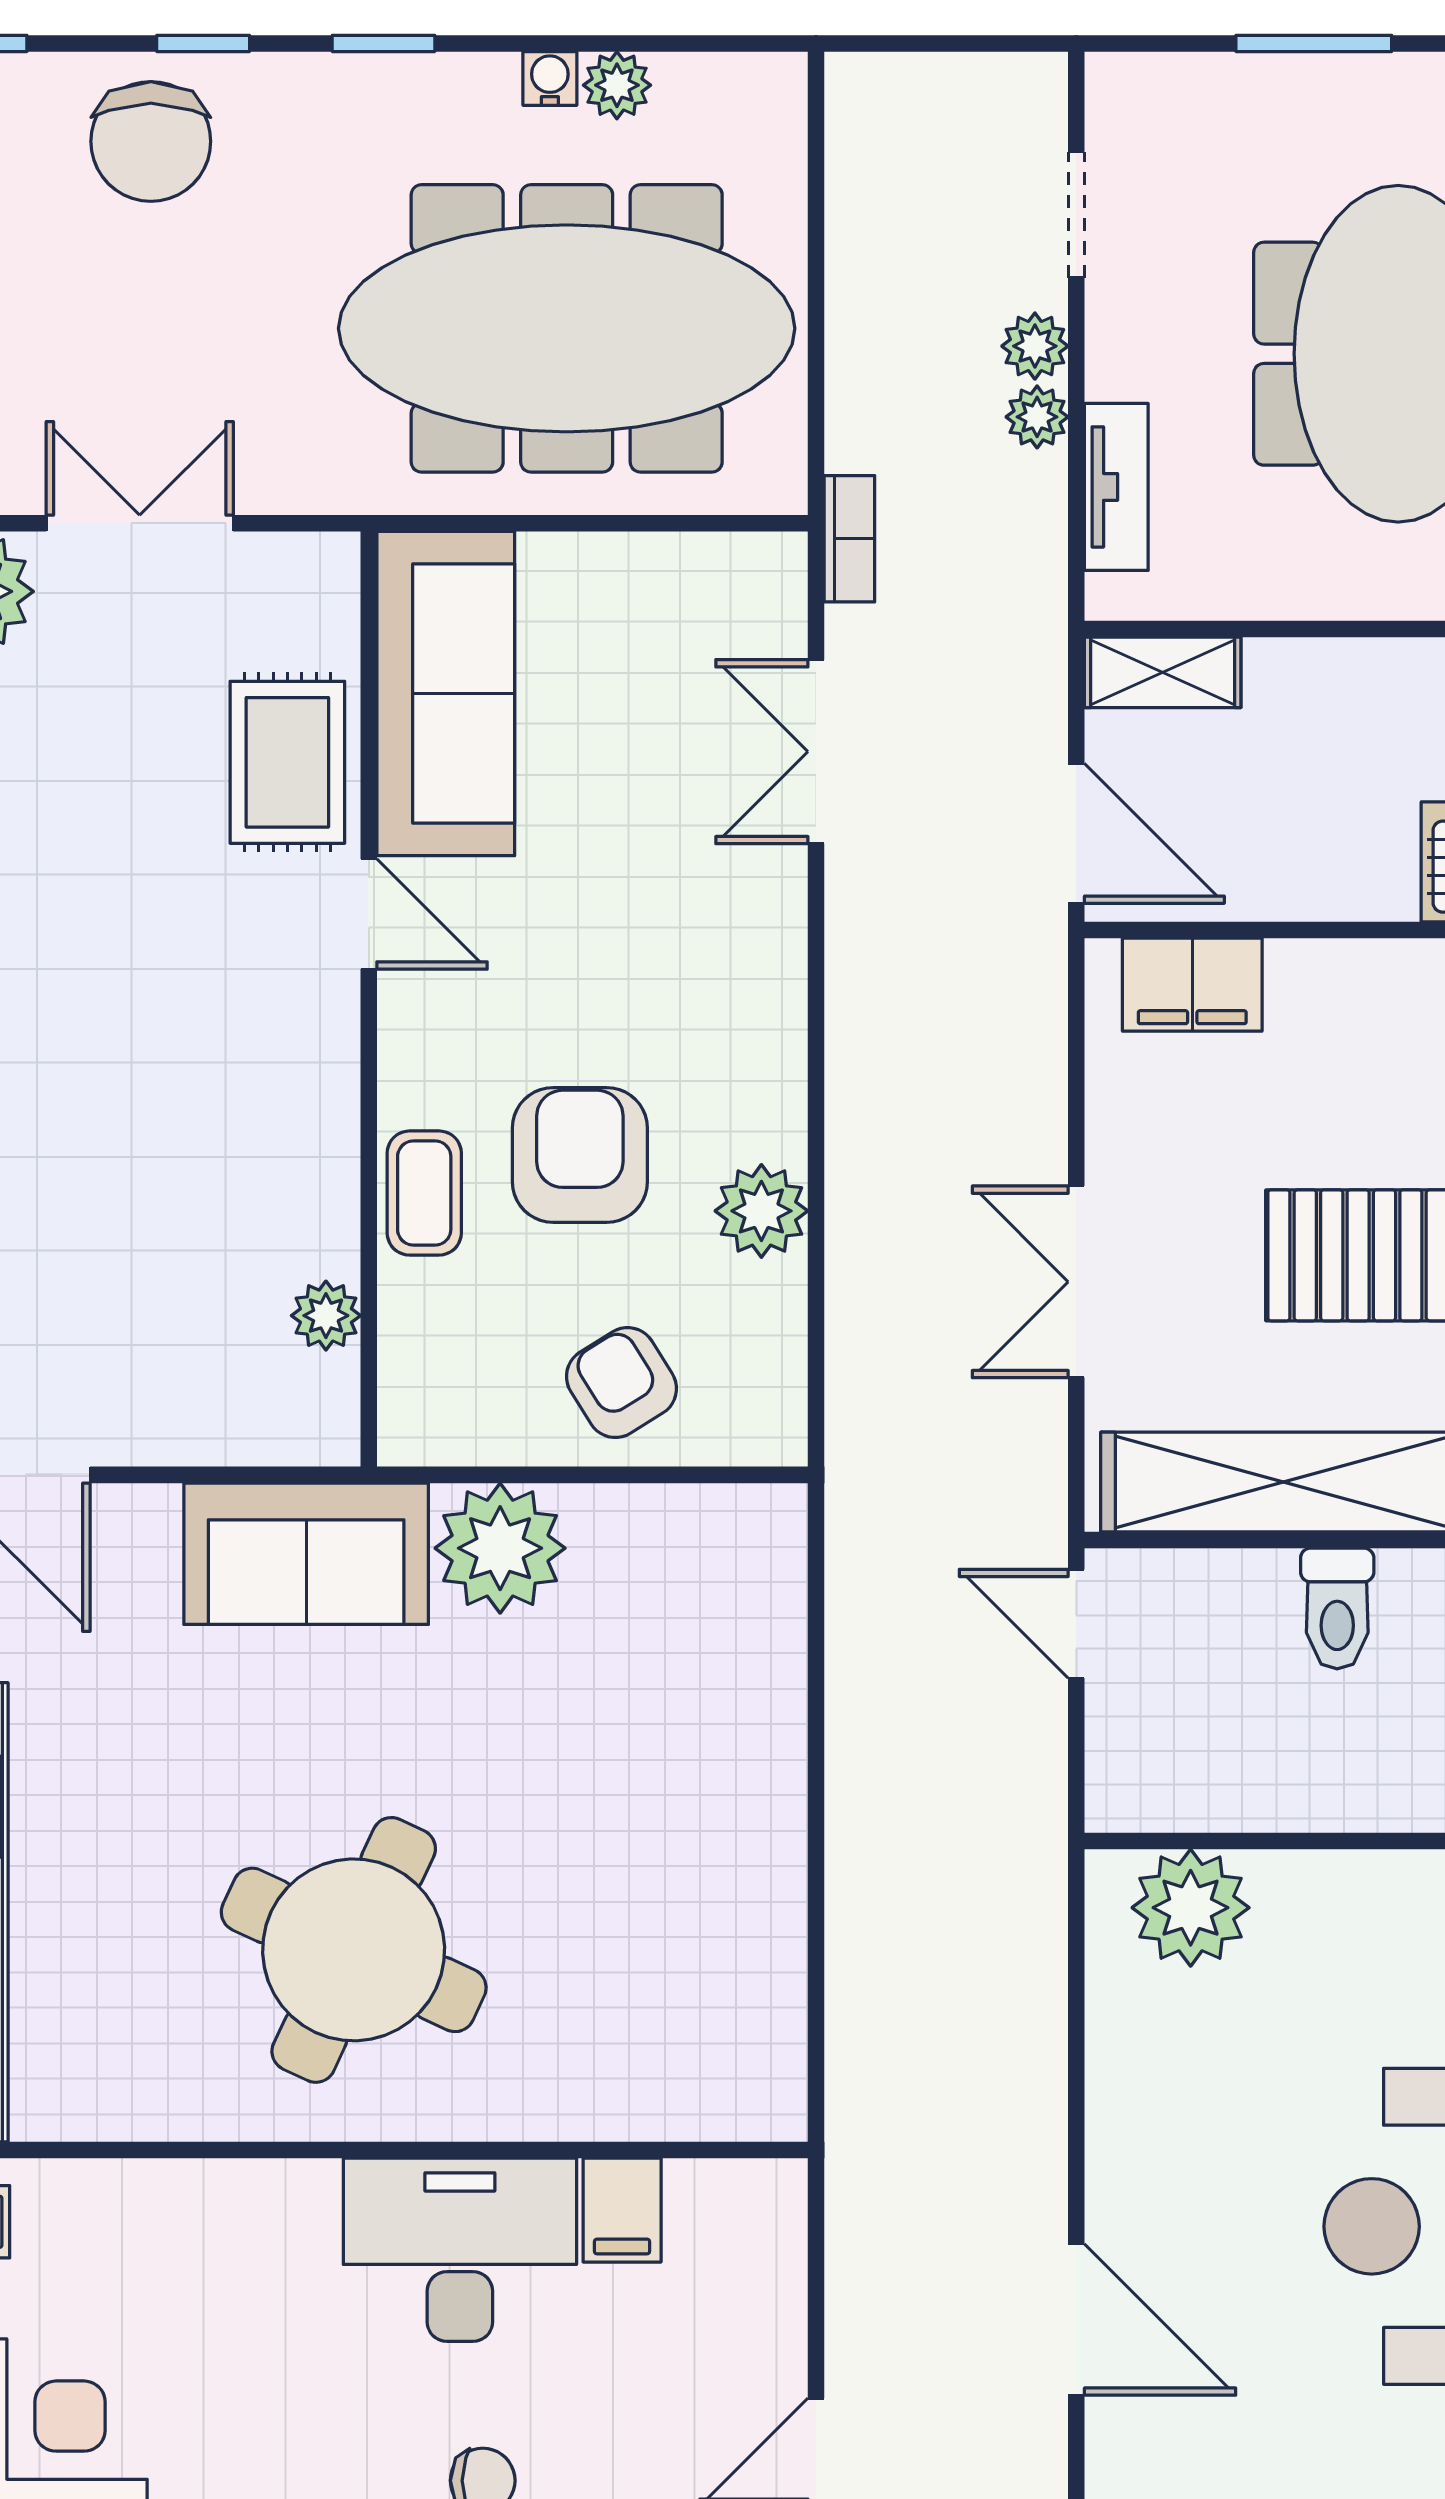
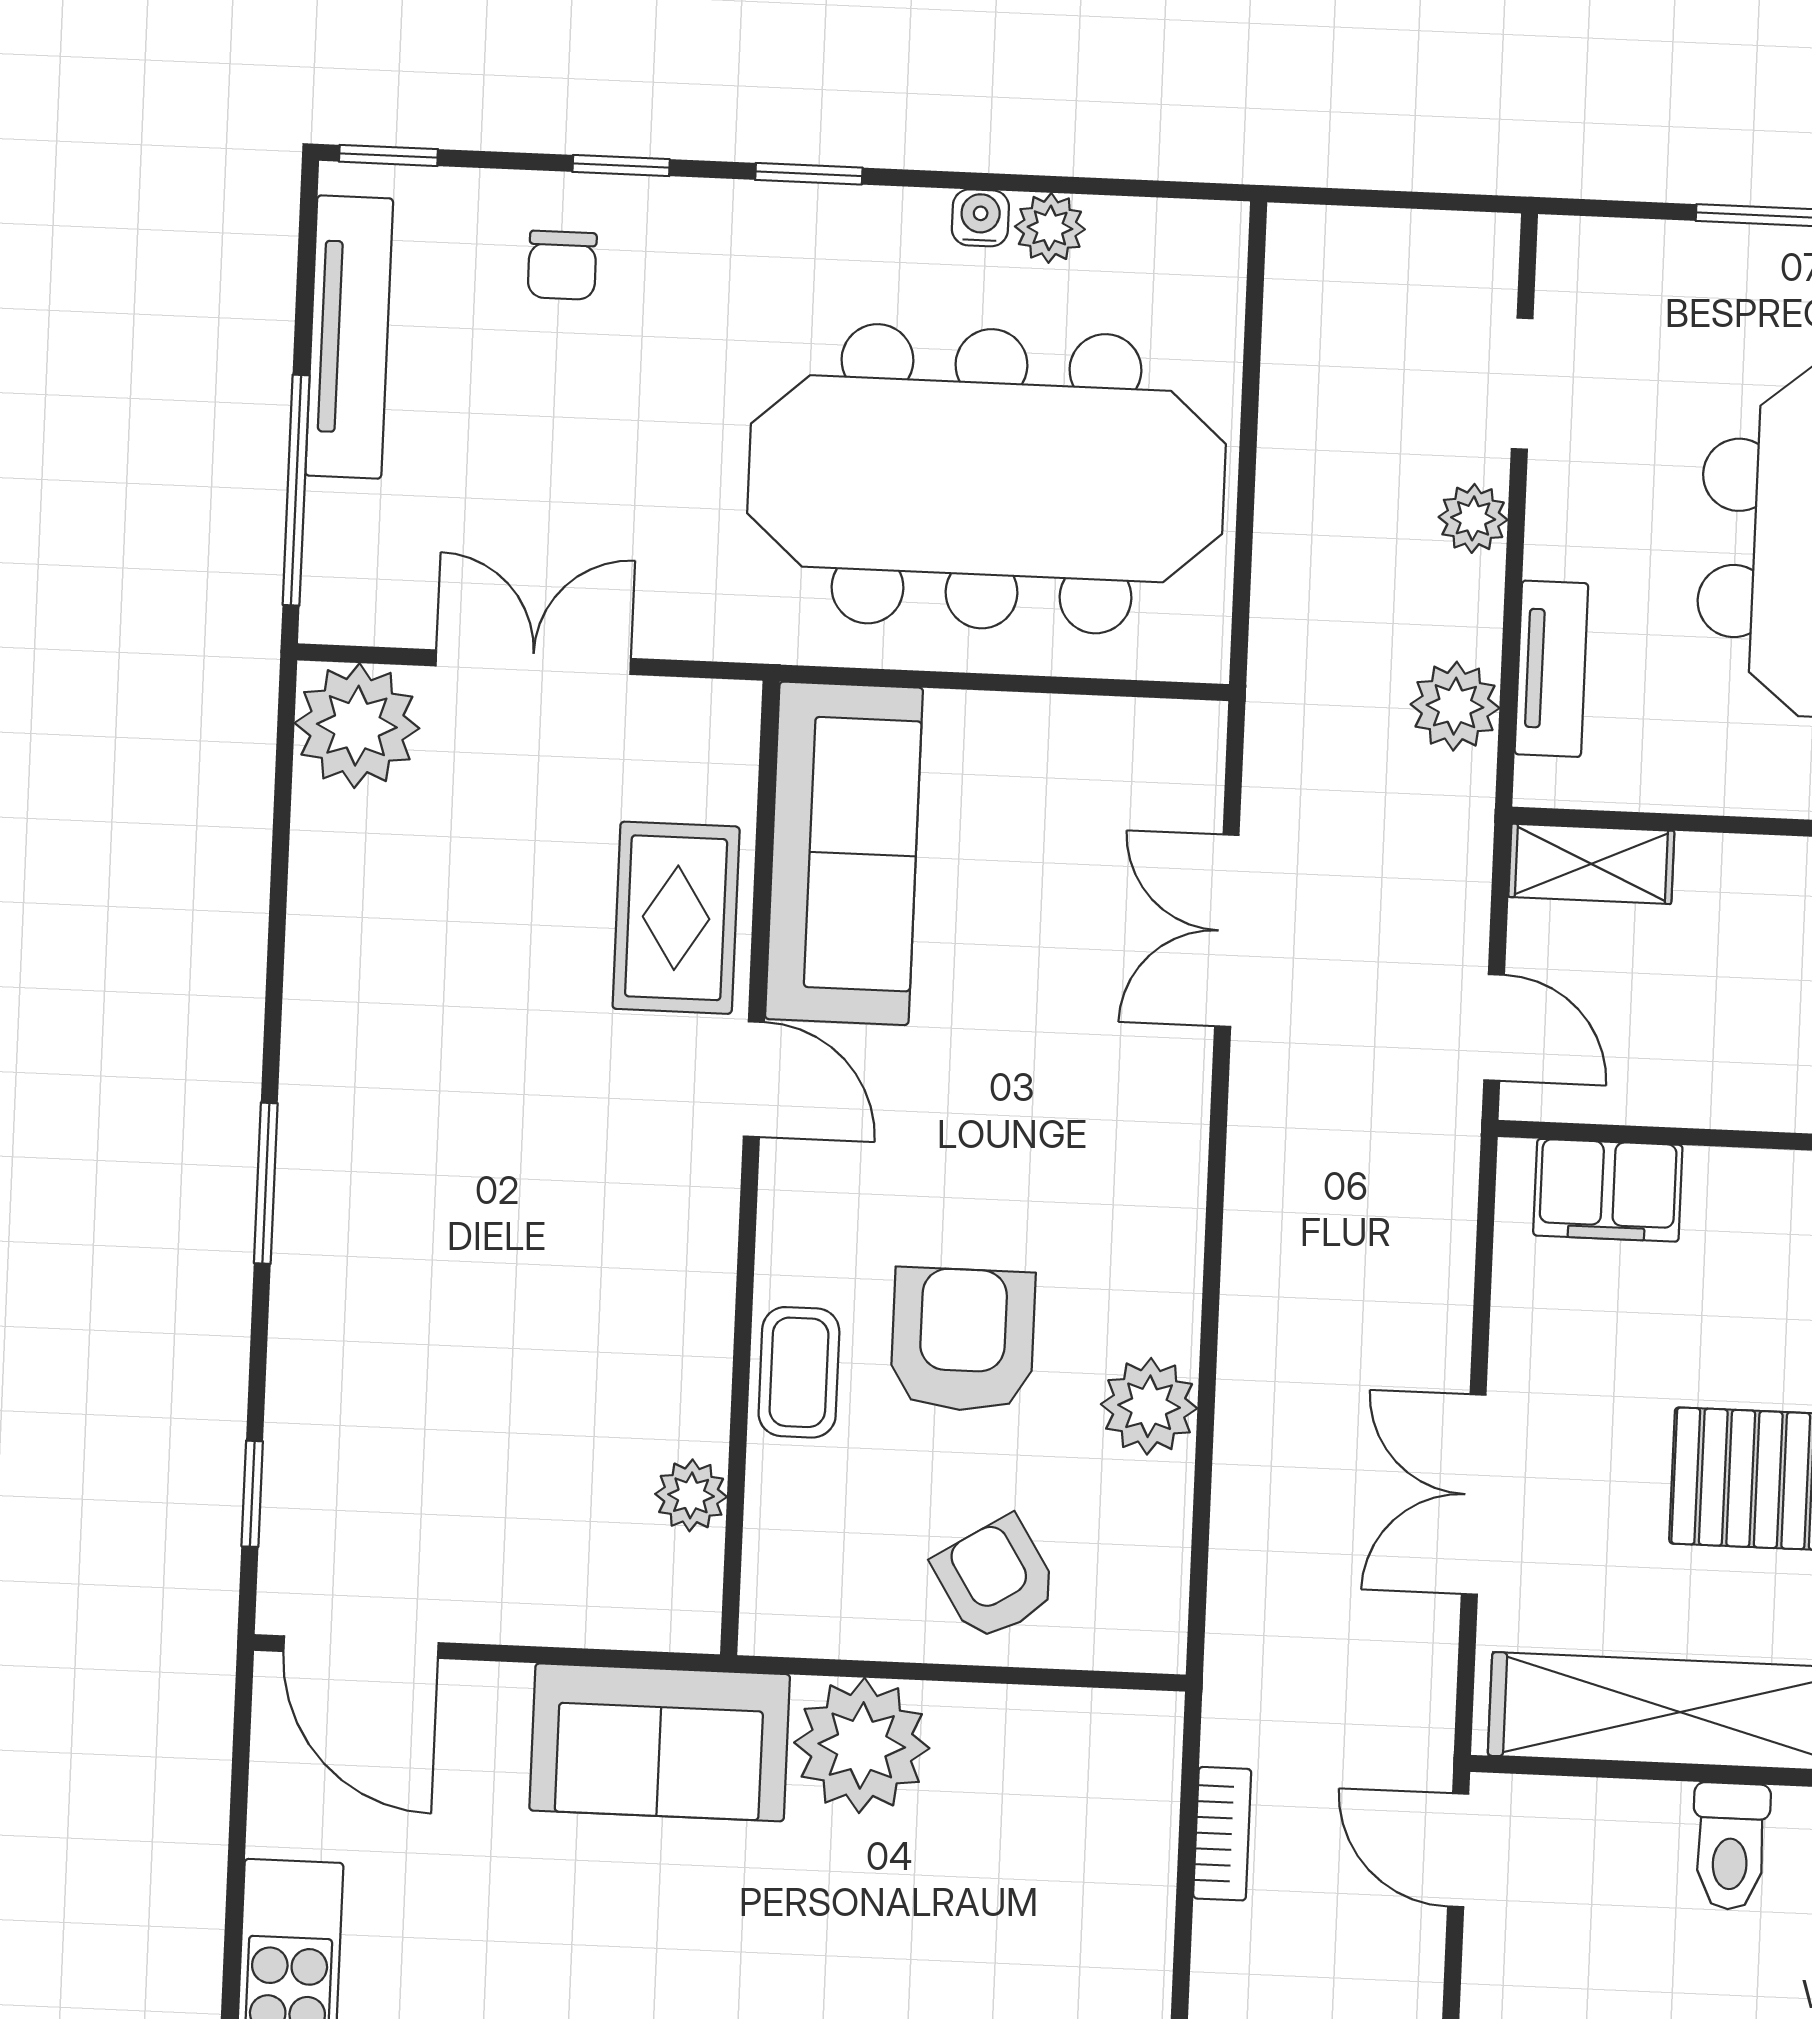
chair: (151, 141) -> (562, 265), width x0.54, depth x0.54
plant: (1037, 417) -> (1455, 706), moved, width x1.38, depth x1.38
bookcase: (849, 539) -> (1222, 1834), moved
door: (1076, 833) -> (1494, 1028), width x0.73

